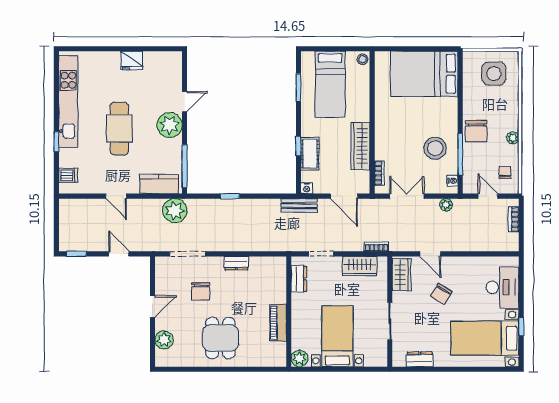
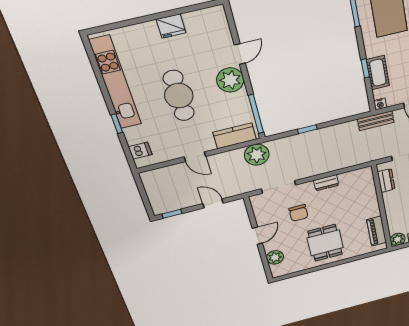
piano: (278, 323) -> (377, 231), moved

